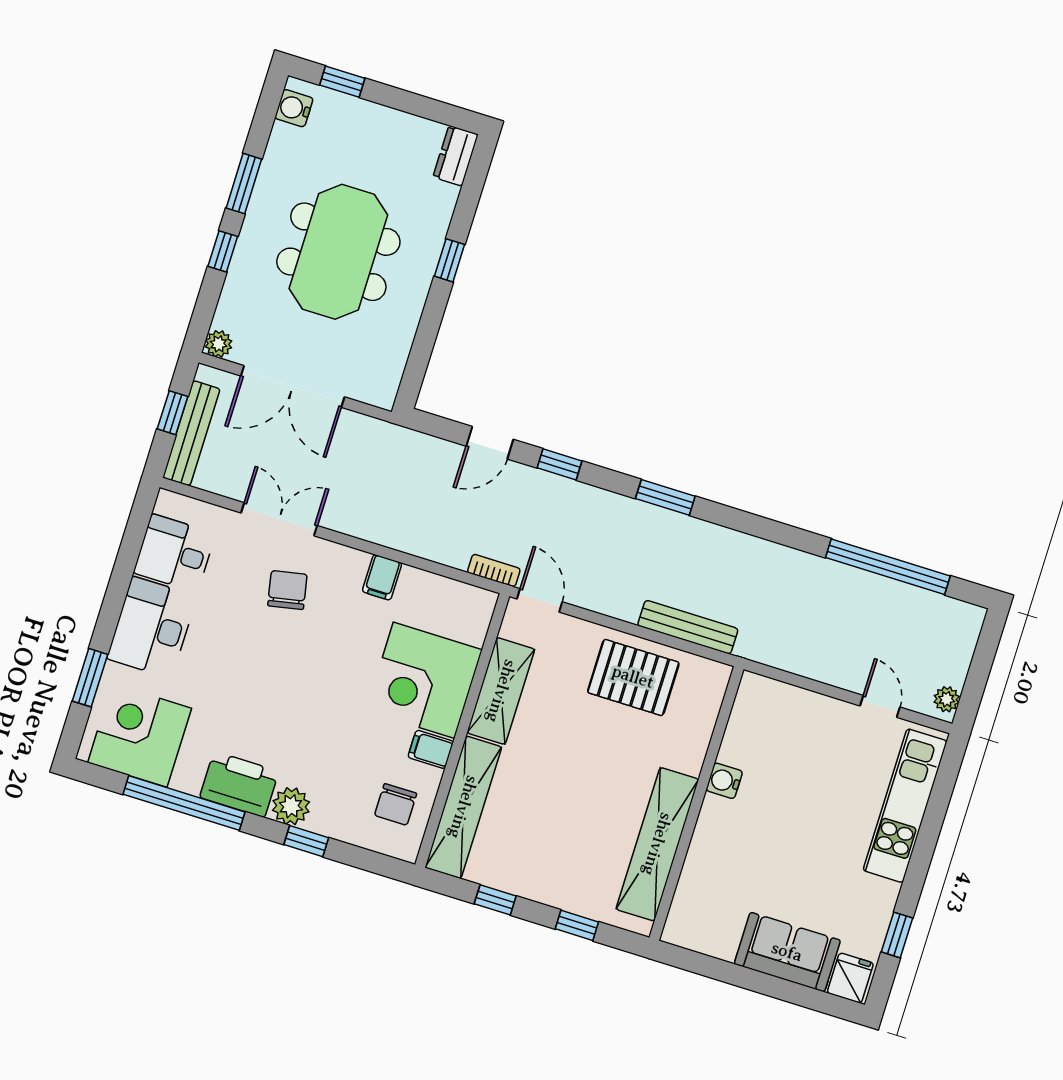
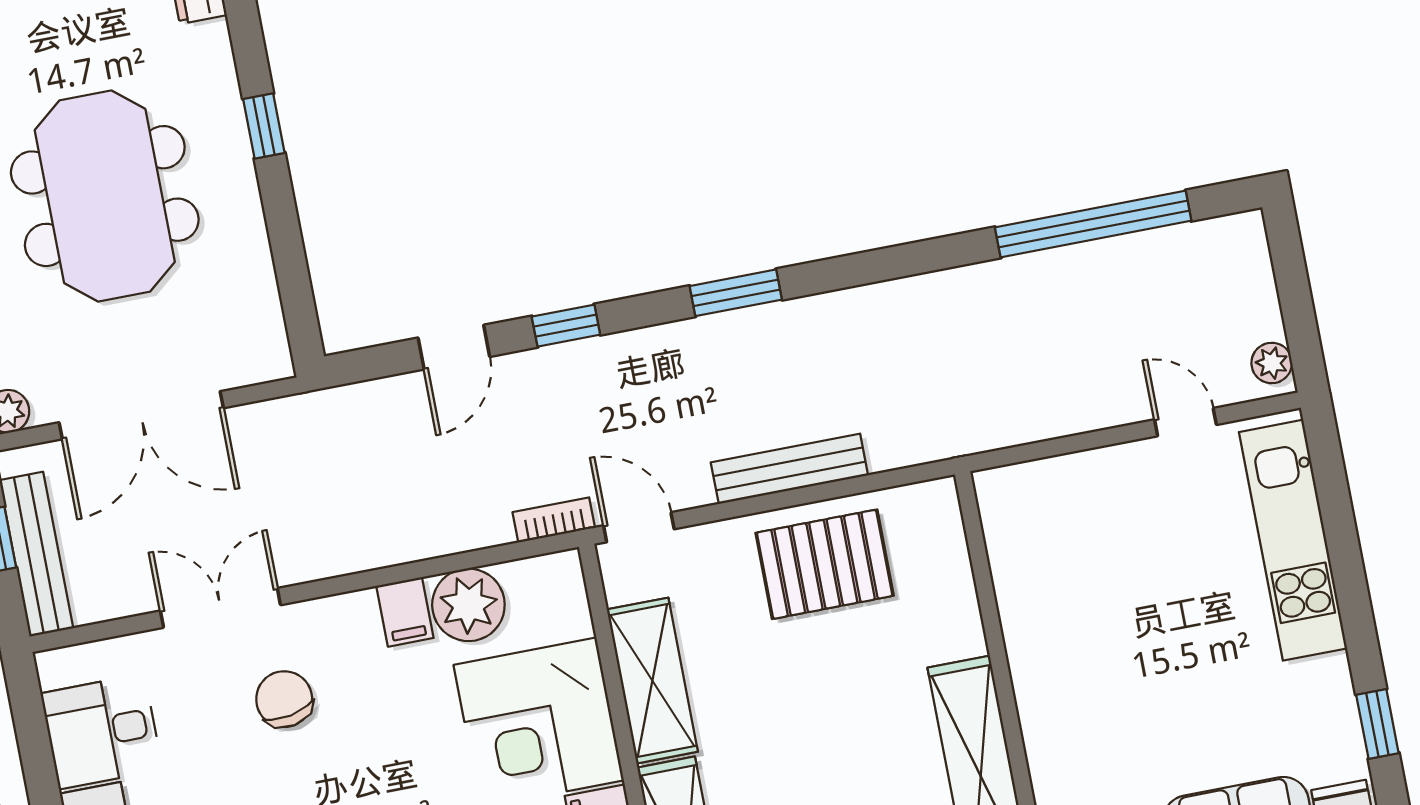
plant: (420, 593) -> (468, 605), added
bench: (688, 627) -> (789, 469), moved
water cooler: (724, 781) -> (1026, 639), removed

